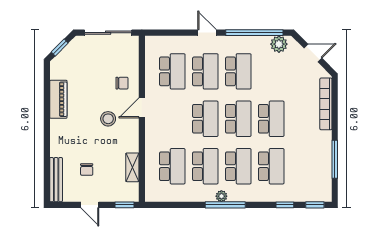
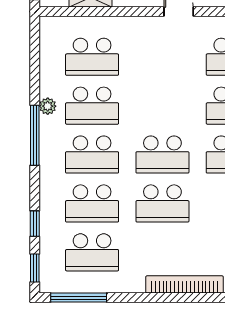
school desk: (205, 119) -> (92, 252), moved
window: (335, 159) -> (79, 298), moved
plant: (221, 196) -> (48, 106), moved

